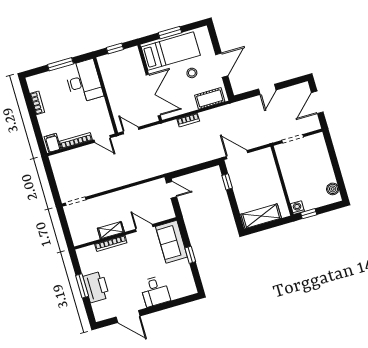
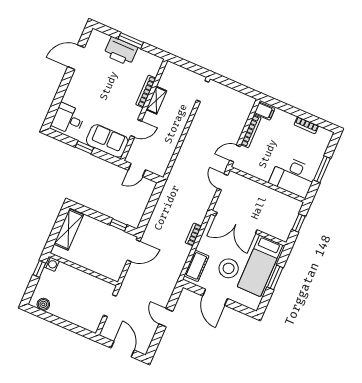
stool: (192, 73) -> (229, 268), width x1.89, depth x1.89
door: (131, 130) -> (223, 182), swing flipped
door: (171, 190) -> (137, 170), moved
desk: (155, 291) -> (68, 119), moved

